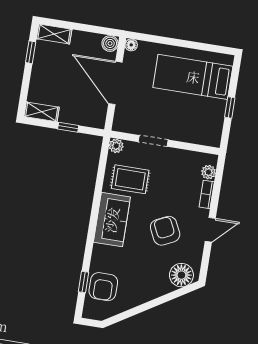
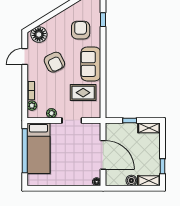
boiler: (110, 43) -> (131, 180), moved
bed: (193, 77) -> (38, 148), moved, turned 90
window: (230, 107) -> (25, 151), width x3.17
plant: (116, 146) -> (51, 113), moved
door: (210, 230) -> (25, 57), moved
armchair: (103, 287) -> (81, 30), moved

